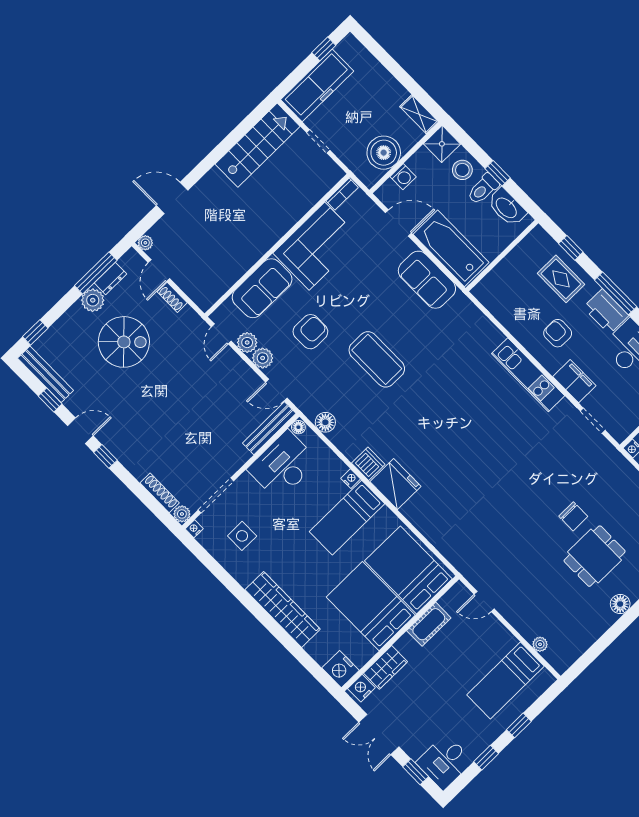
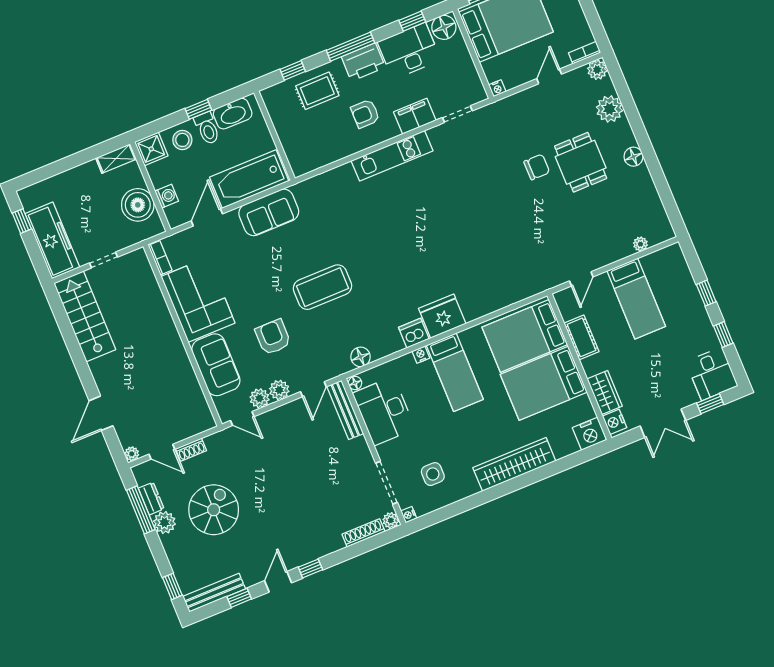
bed: (505, 680) -> (636, 299), moved

